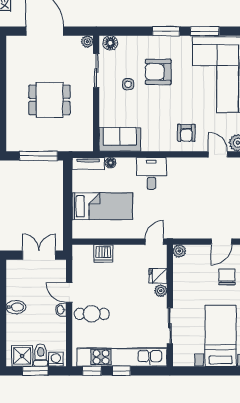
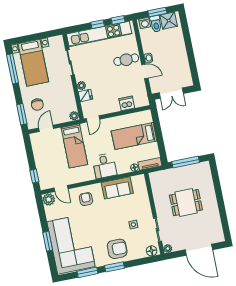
armchair: (158, 72) -> (117, 249), moved
sofa: (120, 139) -> (117, 188), moved
bed: (187, 209) -> (74, 146), added
bidet: (16, 307) -> (180, 54), removed

